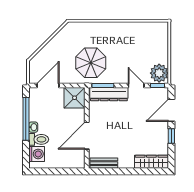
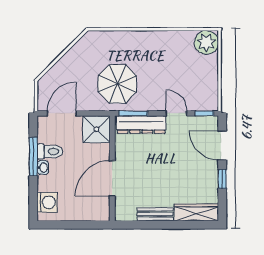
plant: (159, 73) -> (206, 42), moved
door: (171, 110) -> (222, 146), hinge flipped
window: (26, 119) -> (33, 157), width x0.68
toilet: (39, 139) -> (50, 152), moved
bench: (104, 163) -> (155, 214), moved

